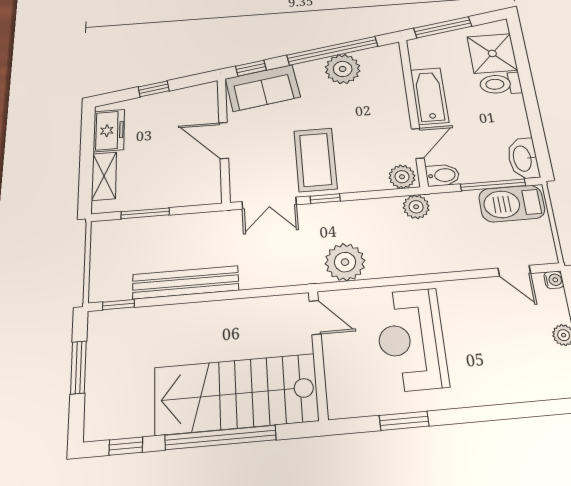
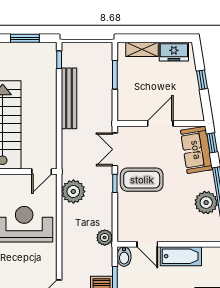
plant: (402, 177) -> (125, 232), removed

